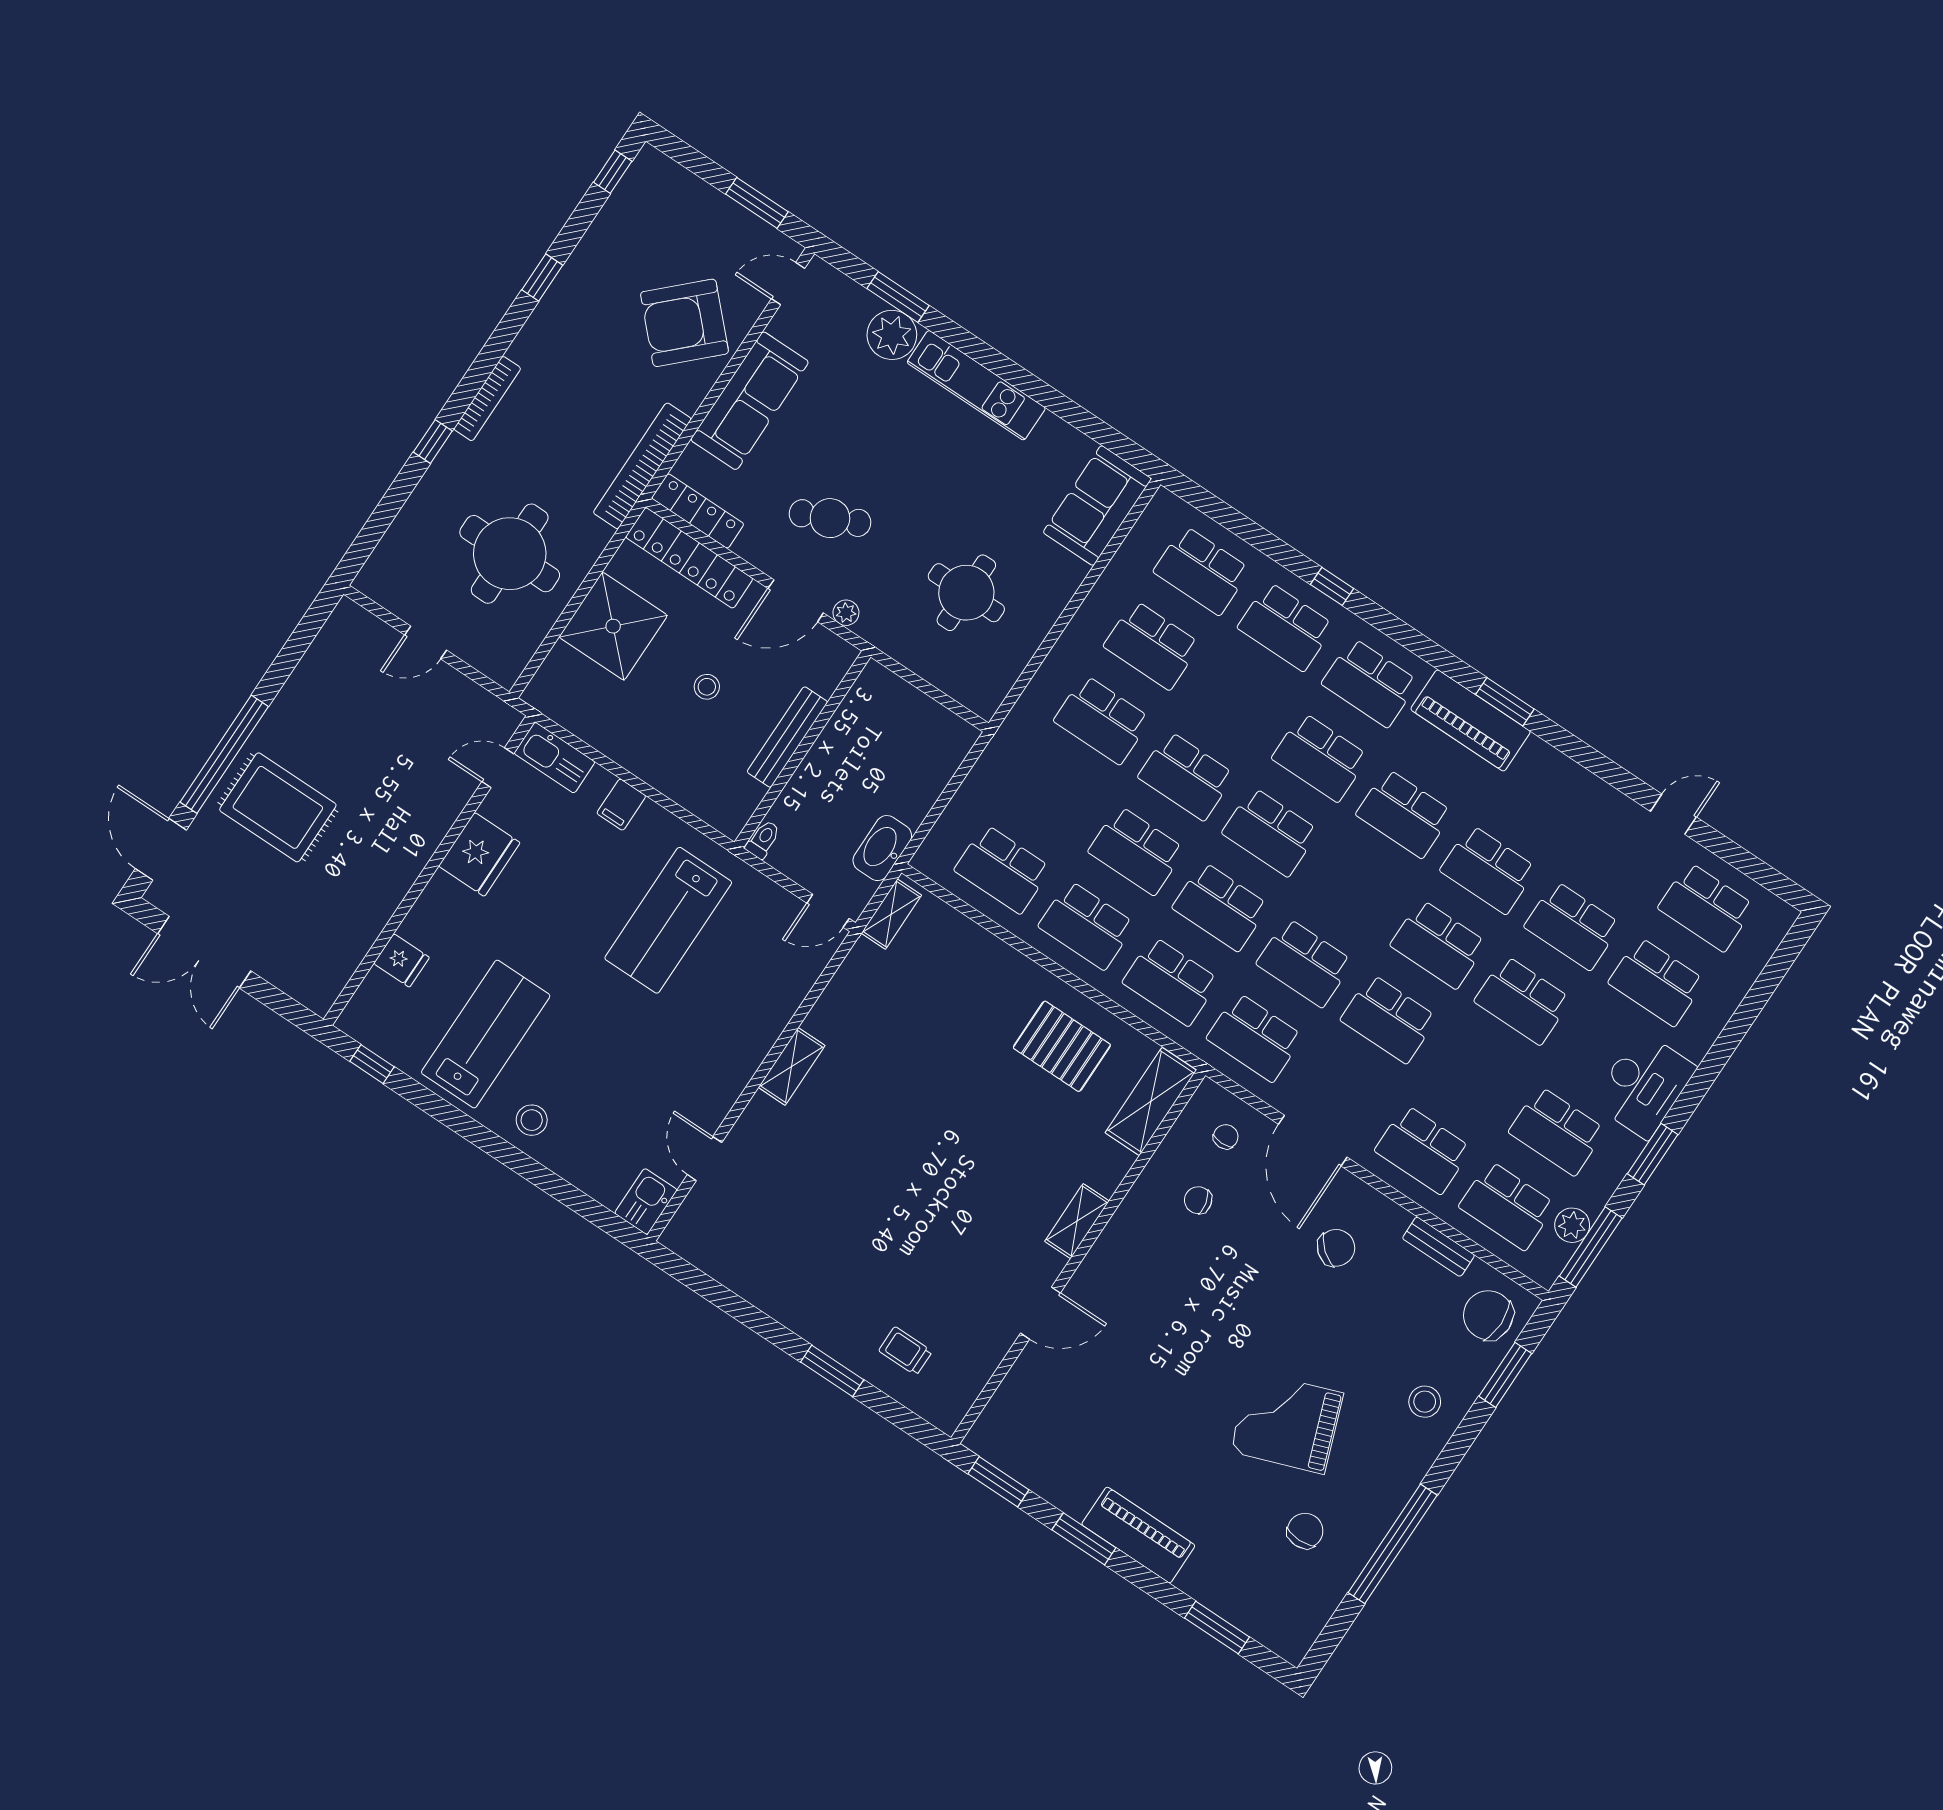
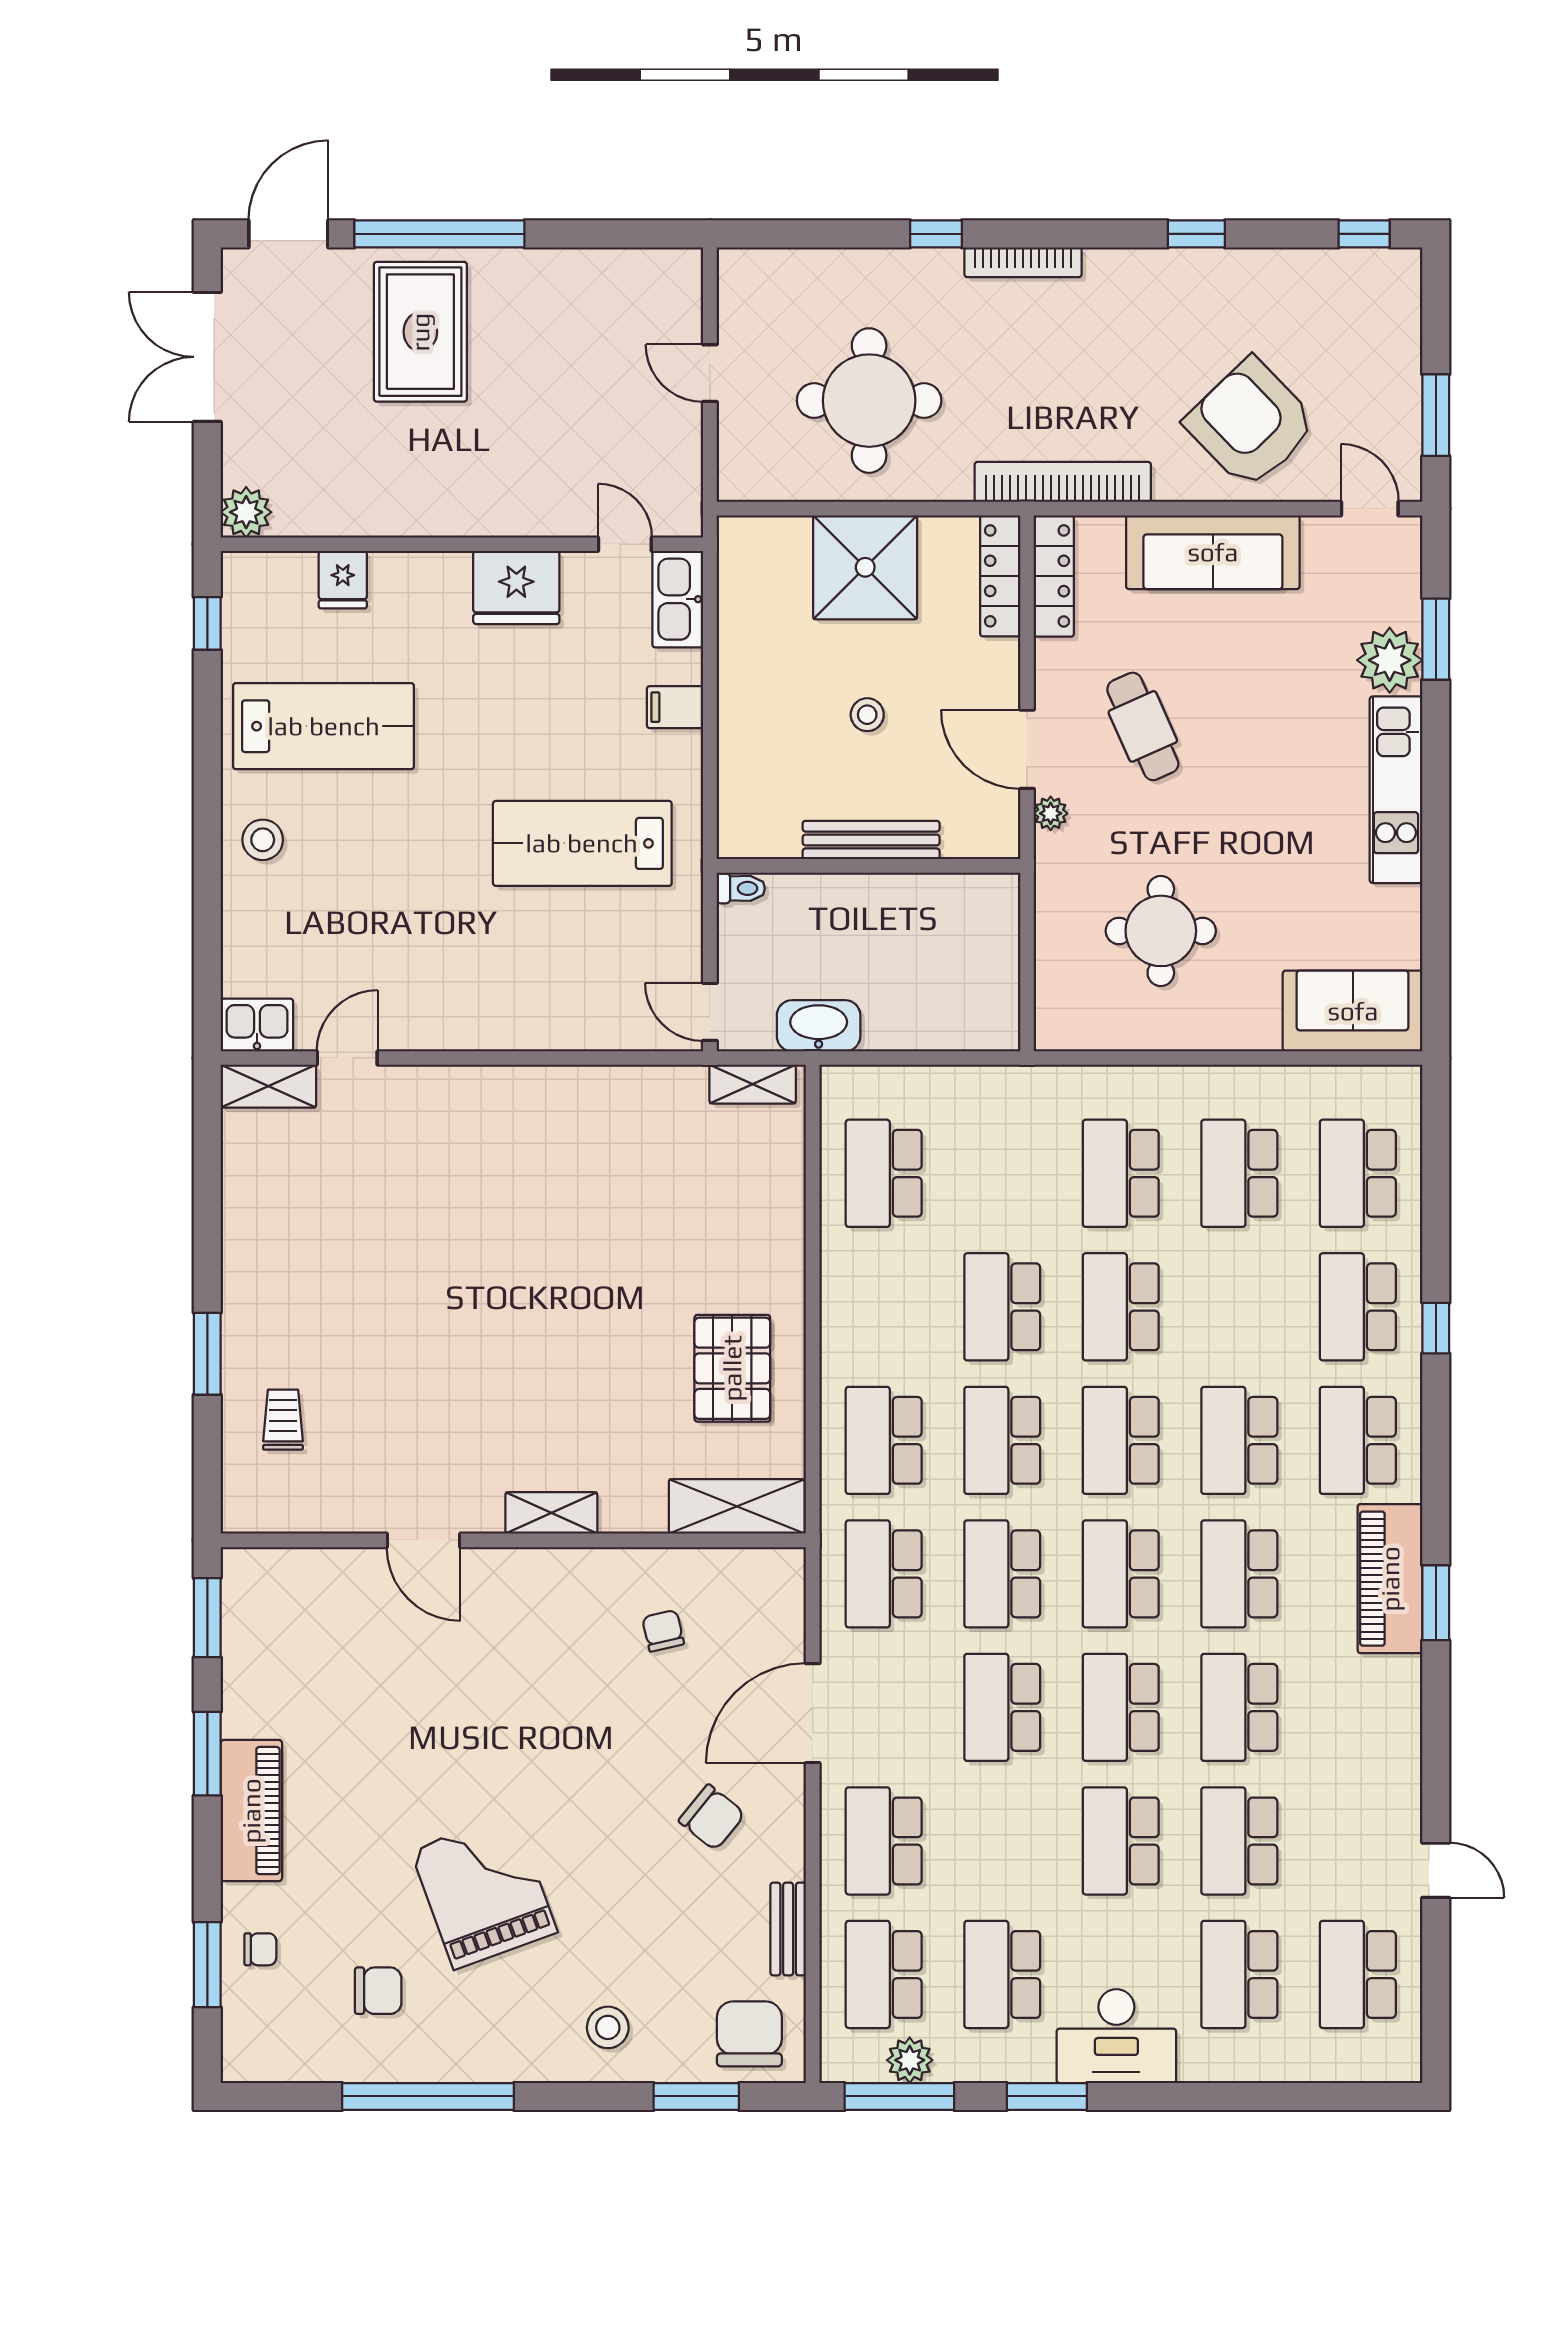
locker: (689, 558) -> (1000, 576), width x0.71, depth x0.83
school desk: (1087, 925) -> (1121, 1574), moved
plant: (318, 993) -> (246, 512), added
shelving: (792, 1066) -> (268, 1086), moved
chair: (1226, 1137) -> (260, 1949), moved

